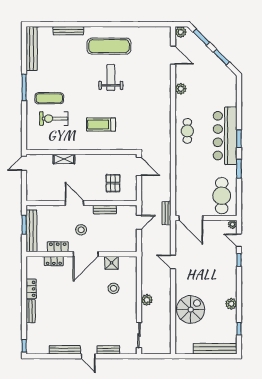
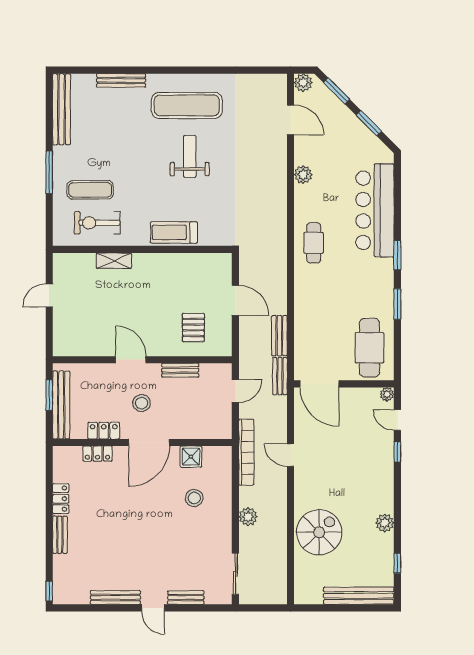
bar counter: (225, 136) -> (375, 210), moved
wall: (82, 152) -> (142, 249), moved
shelving: (64, 159) -> (114, 261), moved
bench: (166, 188) -> (279, 336), added
bookcase: (146, 260) -> (246, 452), added

